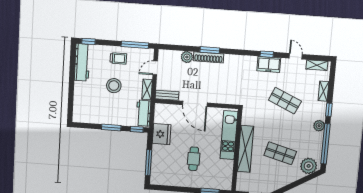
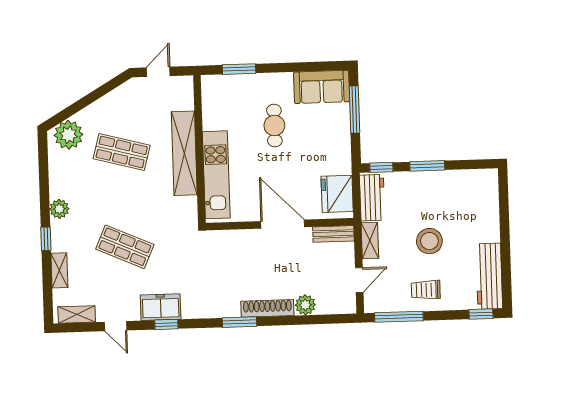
window: (210, 50) -> (240, 322), moved
fridge: (162, 134) -> (337, 194), moved
window: (325, 144) -> (44, 178), removed
sofa: (165, 177) -> (322, 87), added

